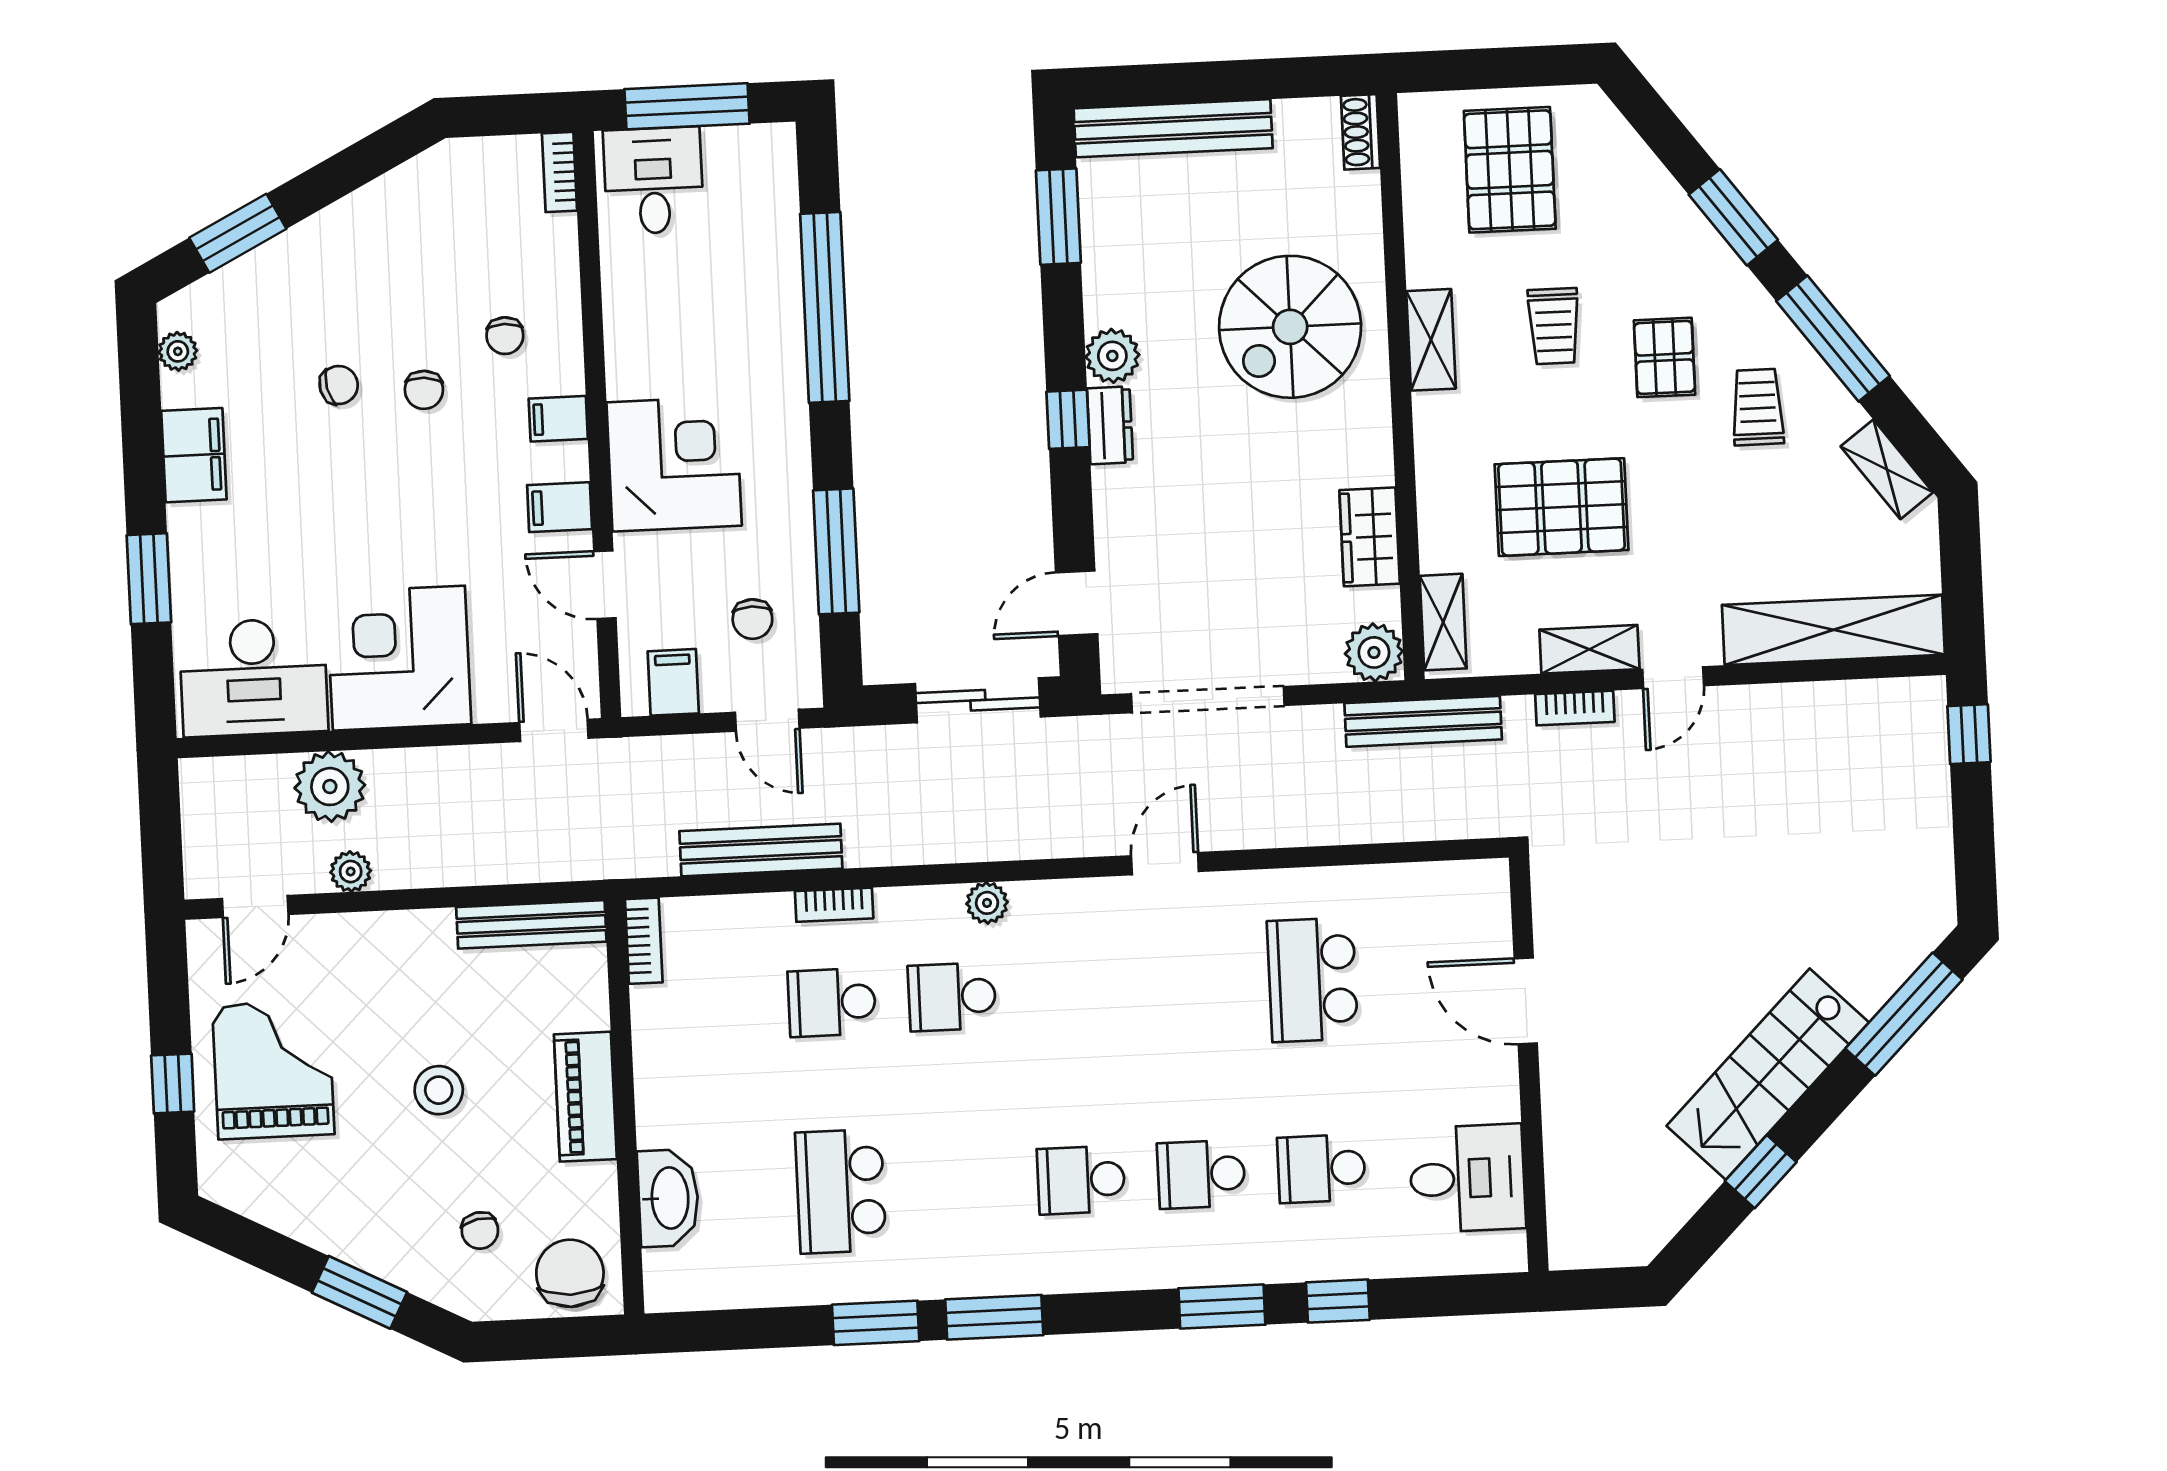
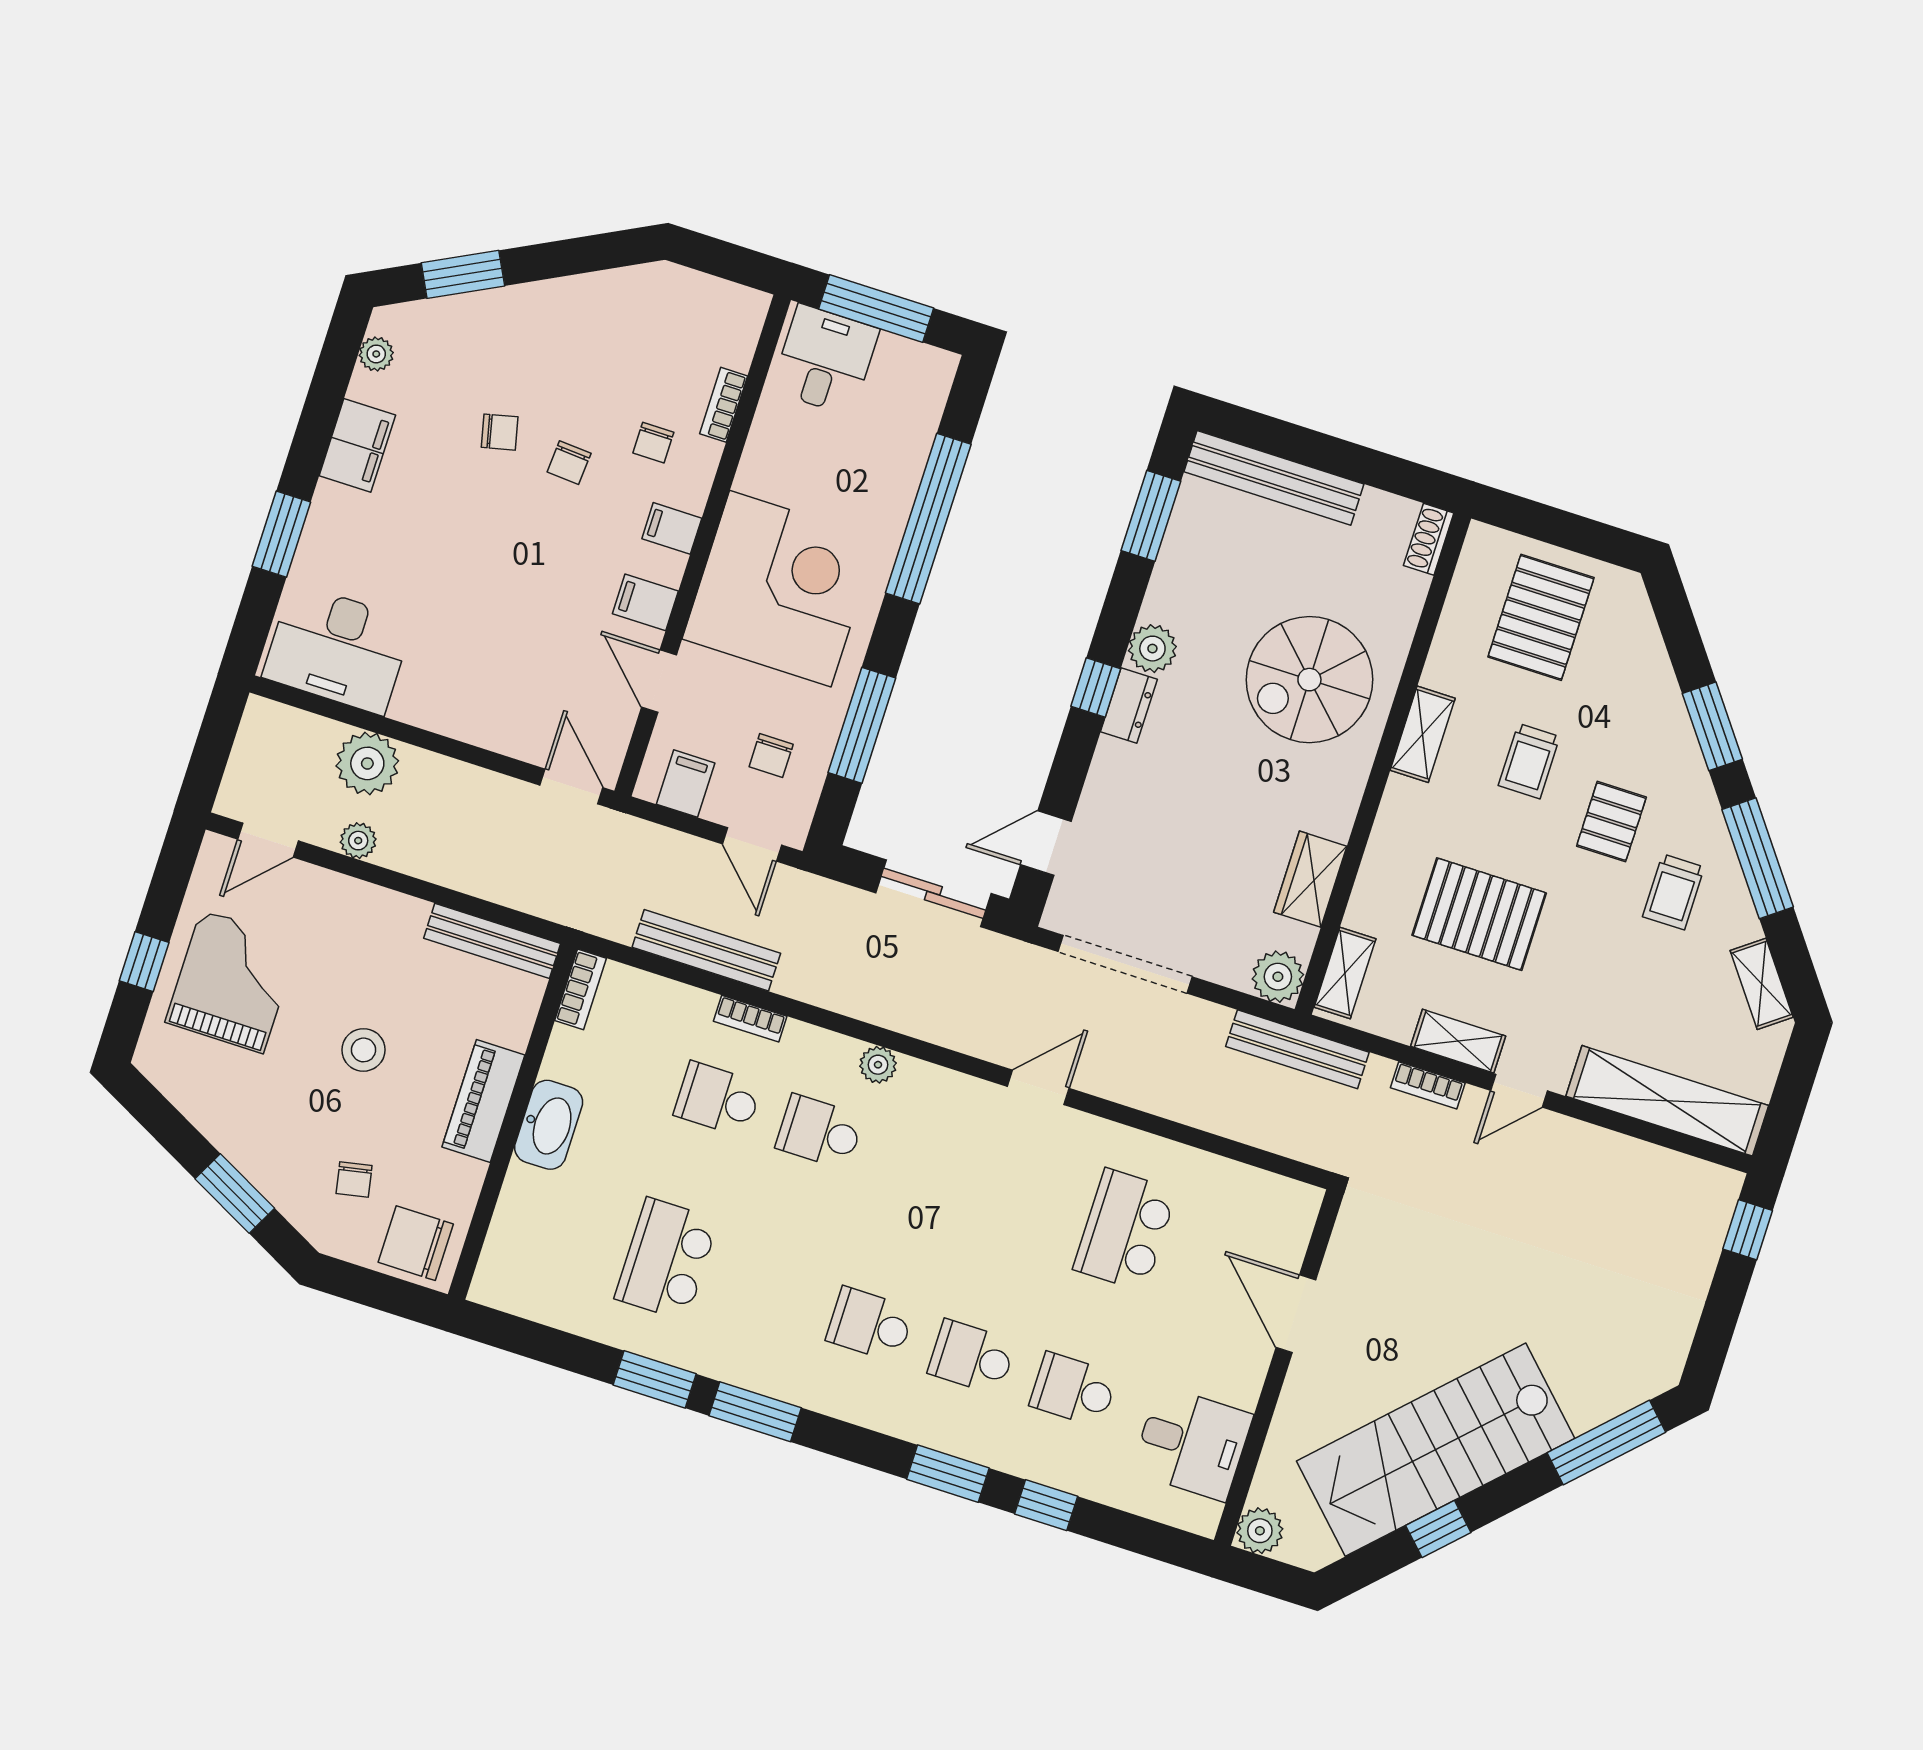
bookcase: (559, 172) -> (724, 405), moved
trolley: (1758, 407) -> (1674, 892), turned 180
corner desk: (674, 464) -> (780, 589), width x1.36, depth x1.36
corner desk: (399, 658) -> (465, 678), removed
stairs: (1768, 1074) -> (1436, 1450), width x1.36, depth x1.51
washbasin: (668, 1198) -> (549, 1125), moved
plant: (1573, 1244) -> (1260, 1531), added
chair: (570, 1273) -> (416, 1243), turned -90

